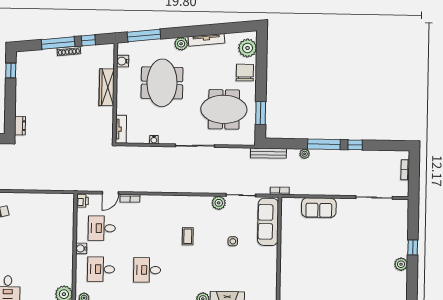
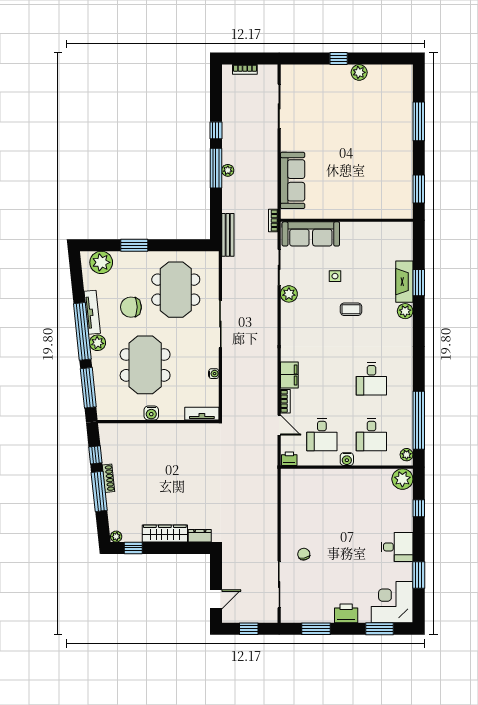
window: (191, 31) -> (82, 331), added
plant: (20, 56) -> (116, 537), added
water cooler: (123, 61) -> (151, 413), moved
chair: (245, 73) -> (131, 307), moved
meeting table: (162, 83) -> (145, 365), turned 90
wardrobe: (107, 87) -> (165, 533), moved, turned 180
window: (261, 113) -> (134, 245), moved
plant: (305, 154) -> (228, 170), moved
filing cabinet: (152, 202) -> (289, 375), added
sofa: (319, 208) -> (293, 180), width x1.36
coffee table: (188, 236) -> (351, 309), moved

